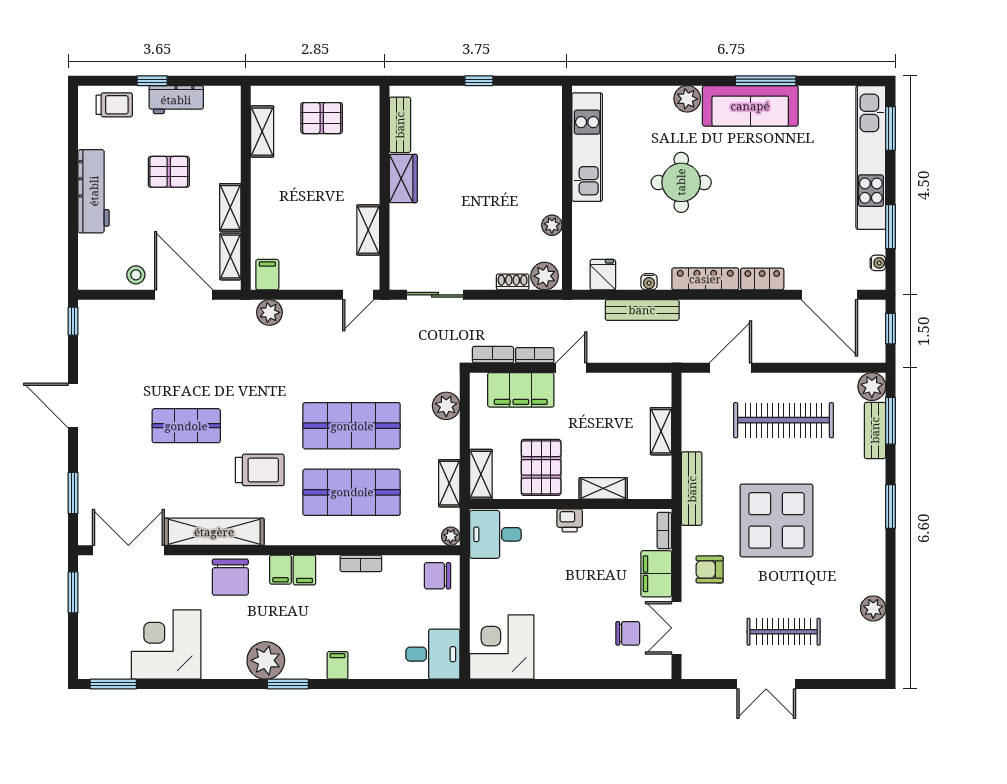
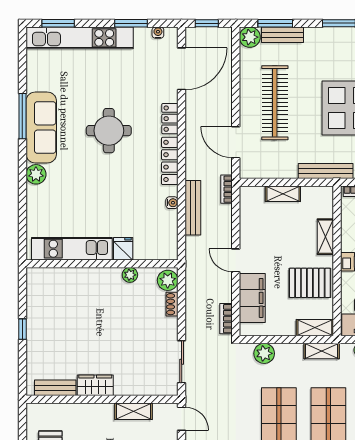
round table: (681, 182) -> (109, 131), moved
fridge: (603, 275) -> (123, 249), moved, turned 90
bookcase: (535, 355) -> (227, 189), moved

